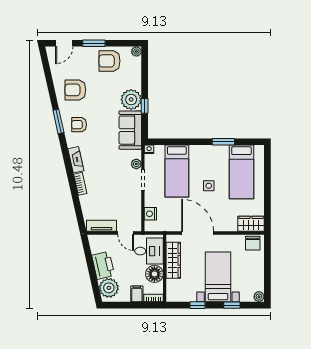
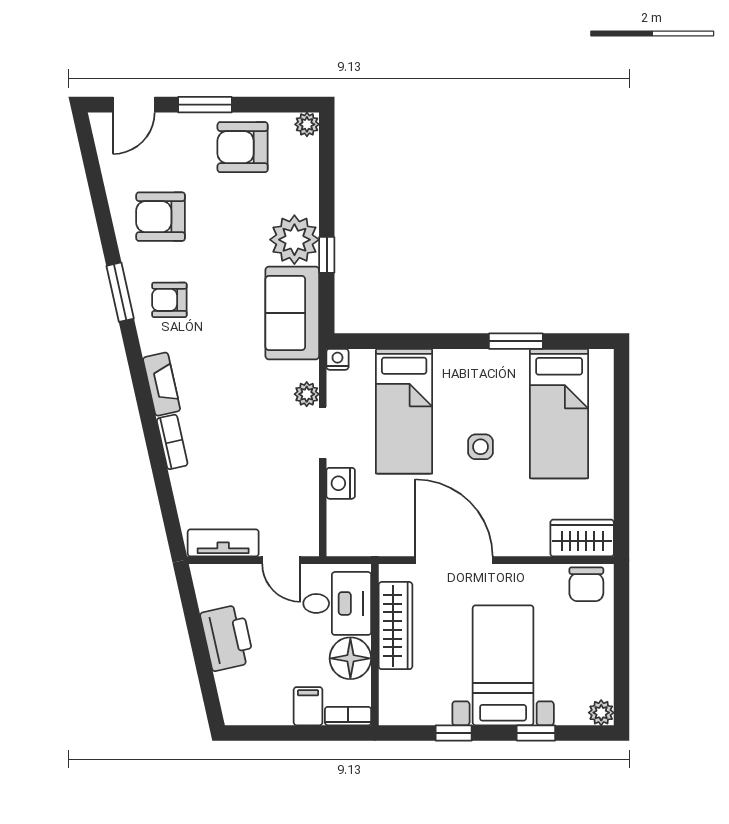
nightstand: (150, 214) -> (341, 483), moved
plant: (109, 288) -> (241, 692), removed

